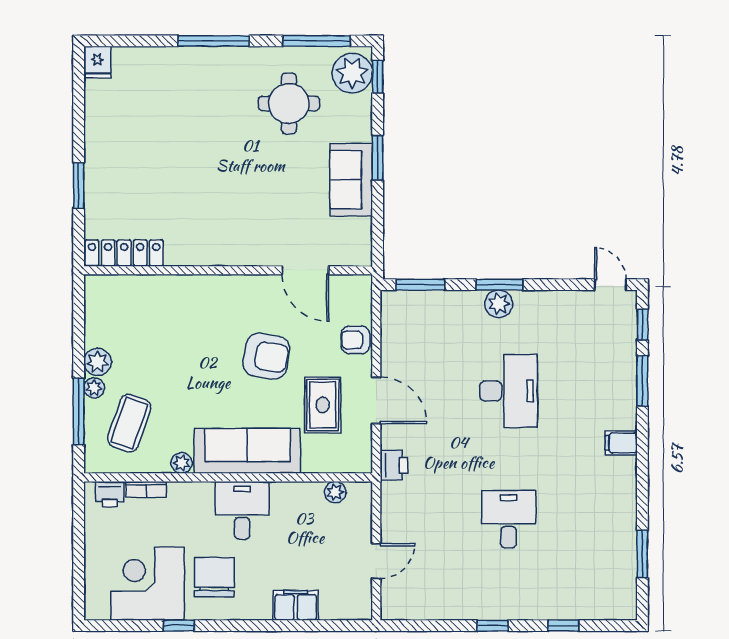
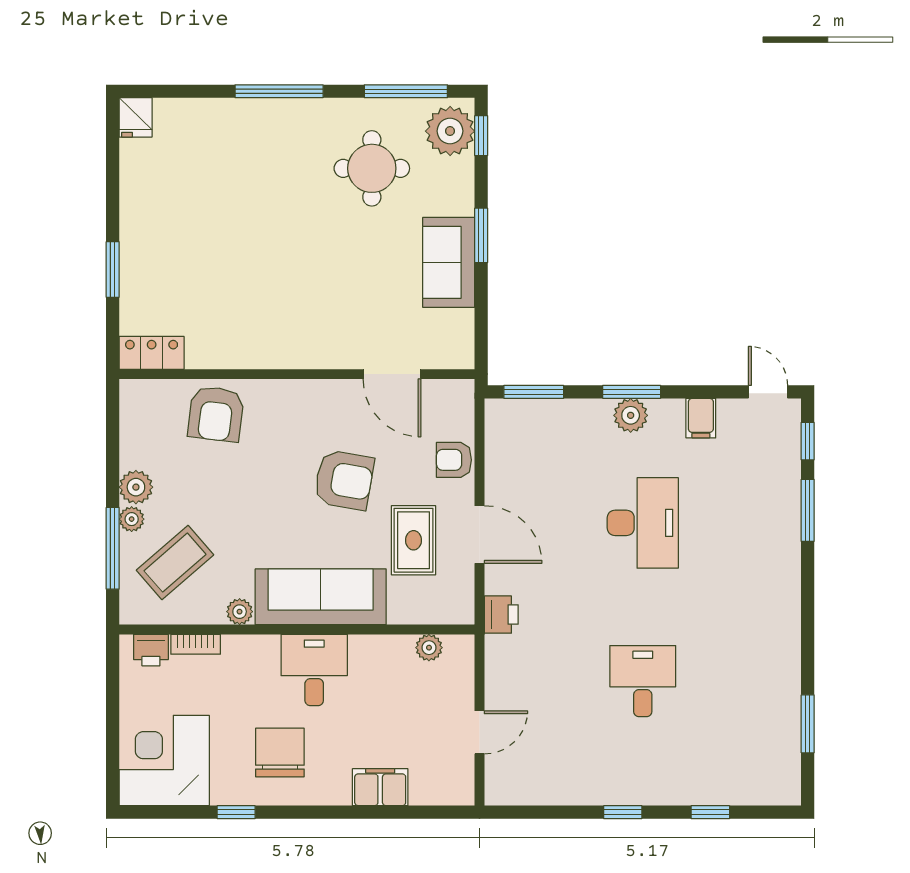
locker: (124, 253) -> (152, 353), width x0.66
armchair: (162, 303) -> (216, 414), added
coffee table: (129, 423) -> (175, 563), turned 30
filing cabinet: (621, 443) -> (701, 418), moved, turned -90
corner desk: (147, 584) -> (164, 761), moved

